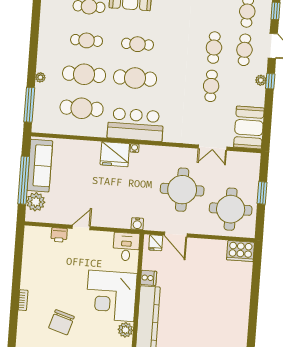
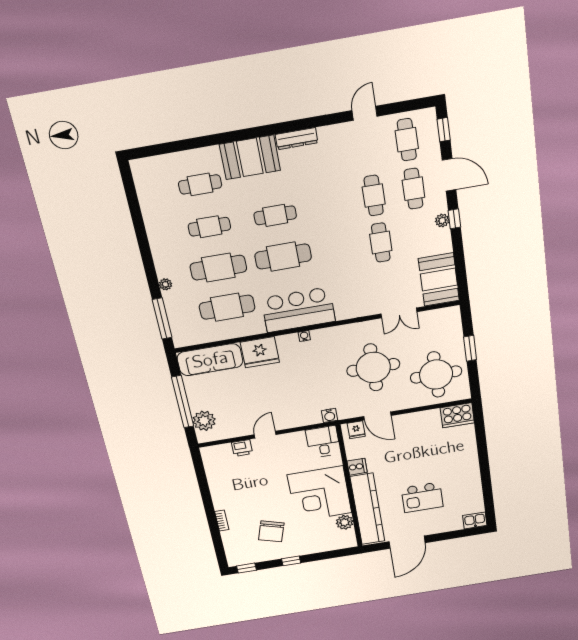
fridge: (115, 154) -> (260, 352), moved
sofa: (40, 166) -> (210, 360), moved, turned 90
kitchen island: (196, 322) -> (422, 497), added

